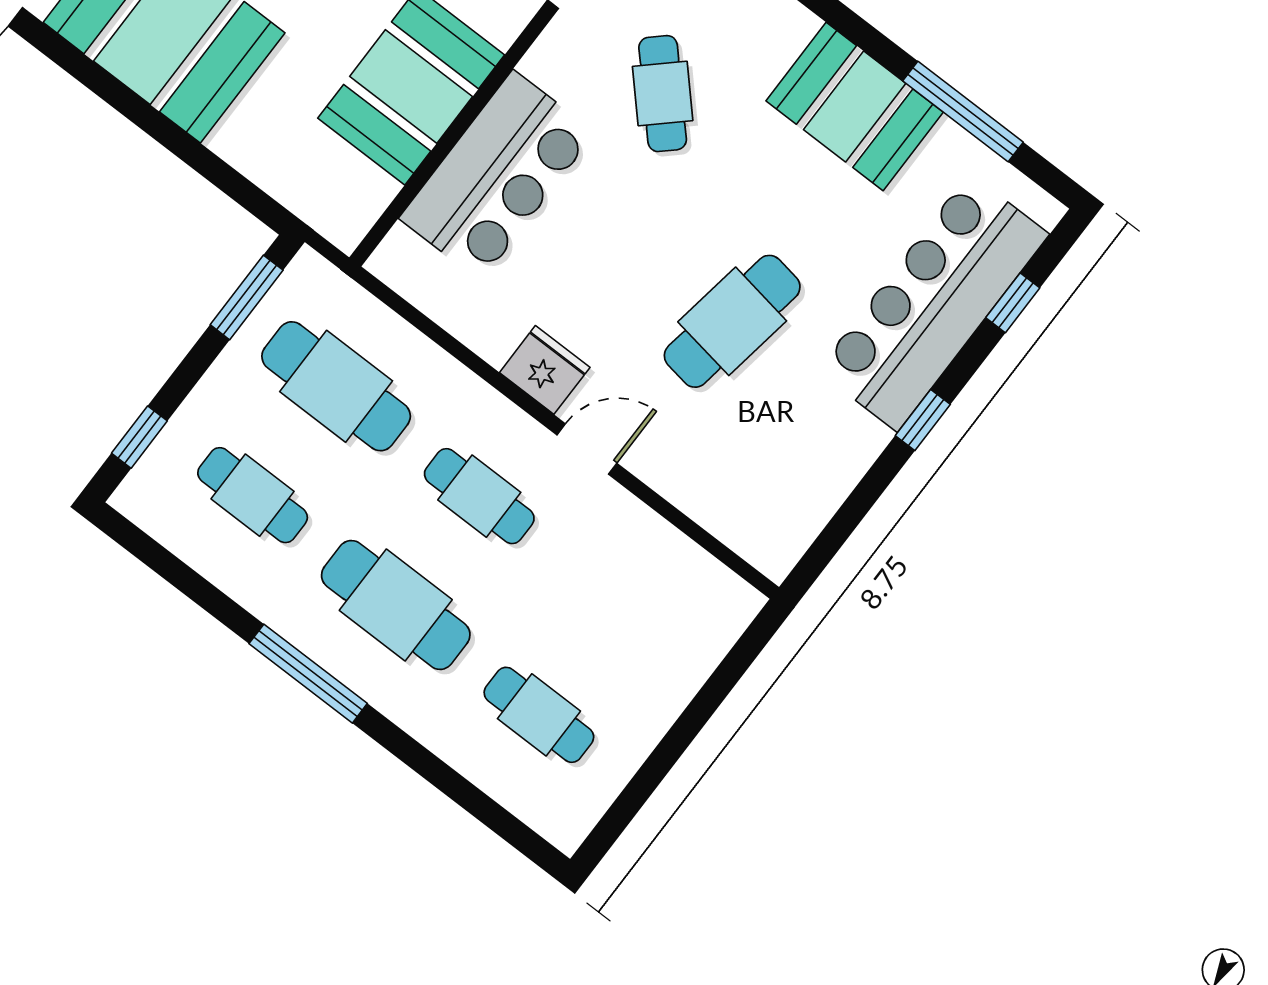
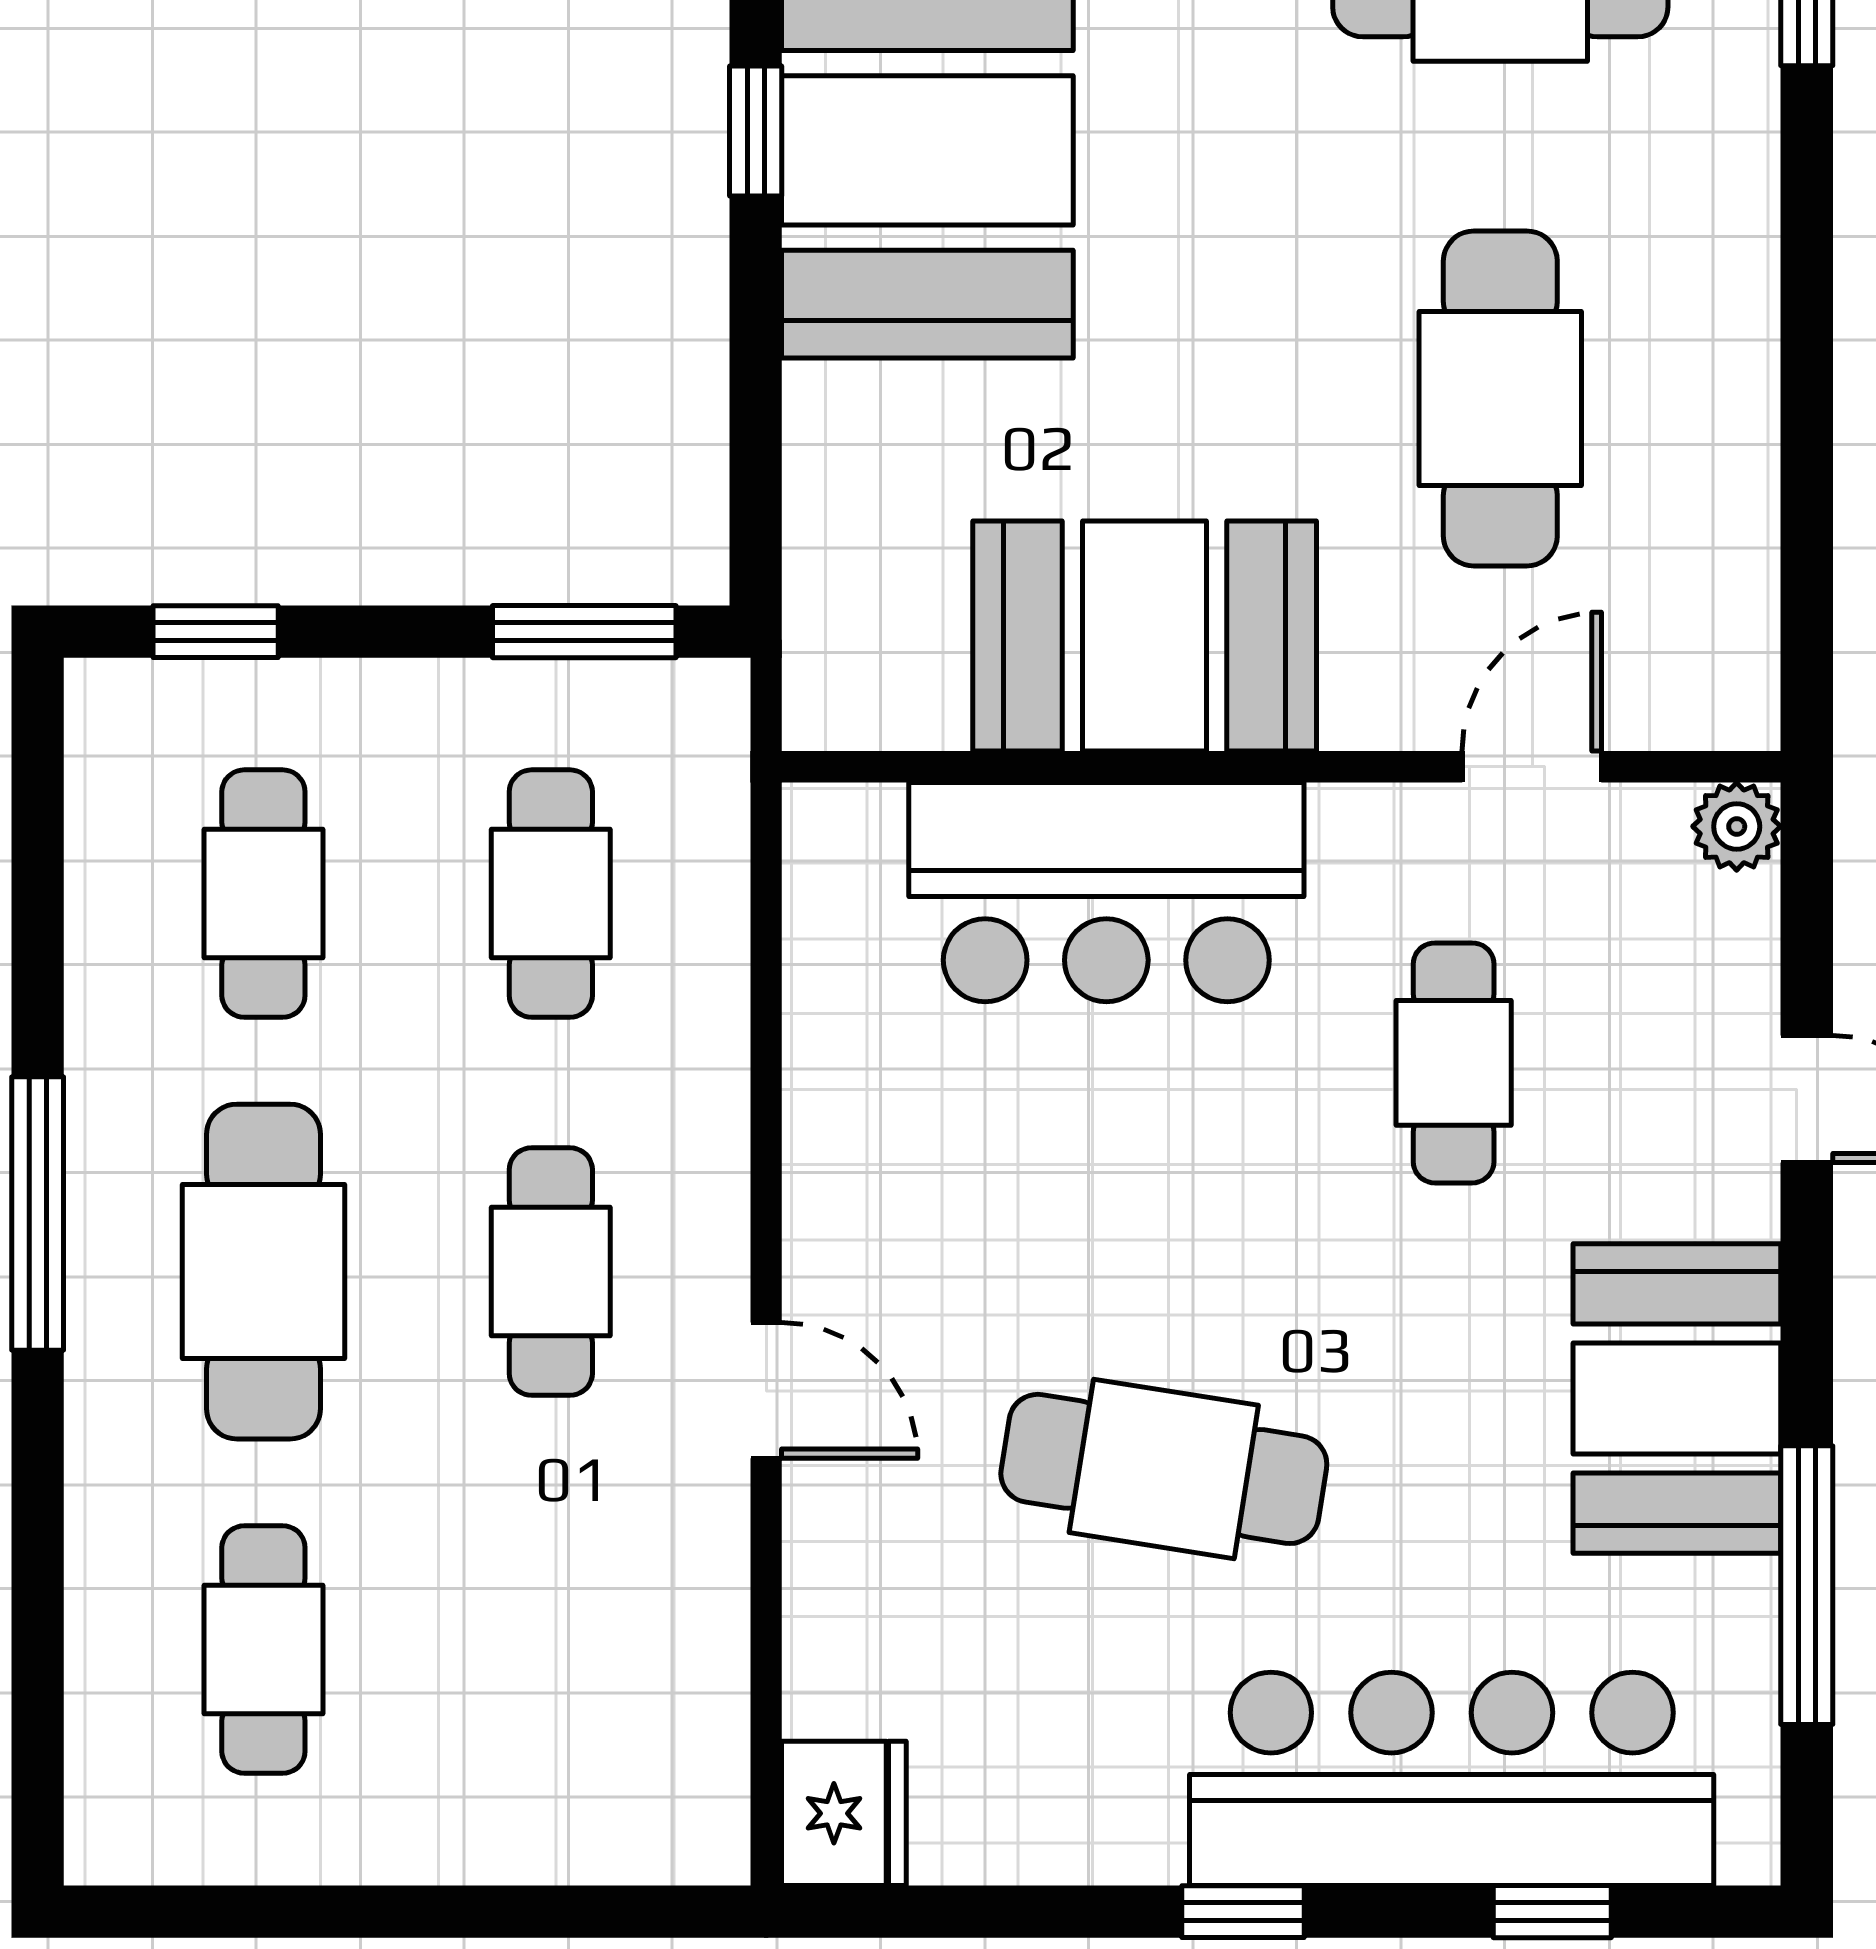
window: (107, 87) -> (756, 131), added
cafe table: (663, 94) -> (1454, 1063), turned -47
fridge: (545, 370) -> (844, 1813), moved
cafe table: (336, 386) -> (551, 894), width x0.73, depth x0.74

